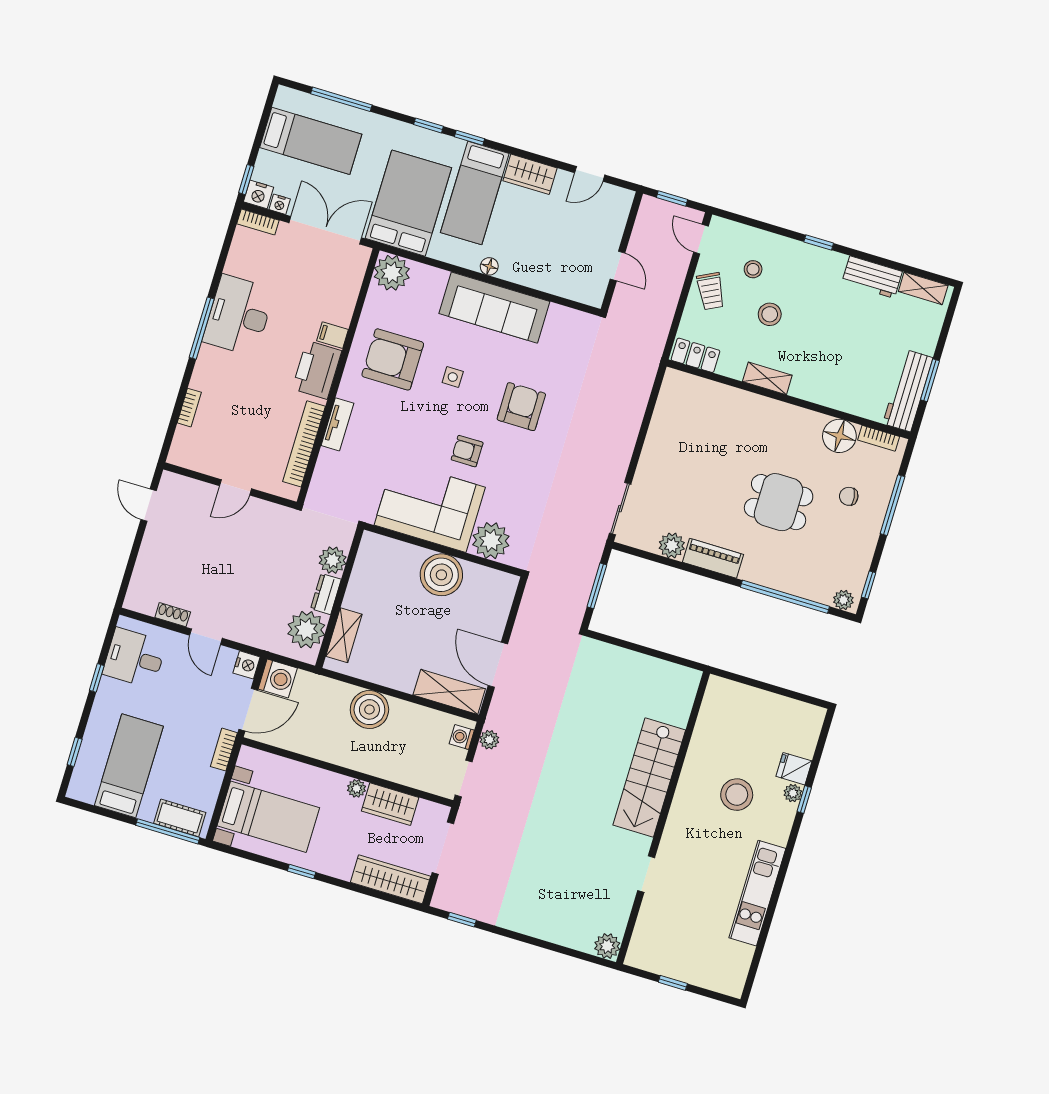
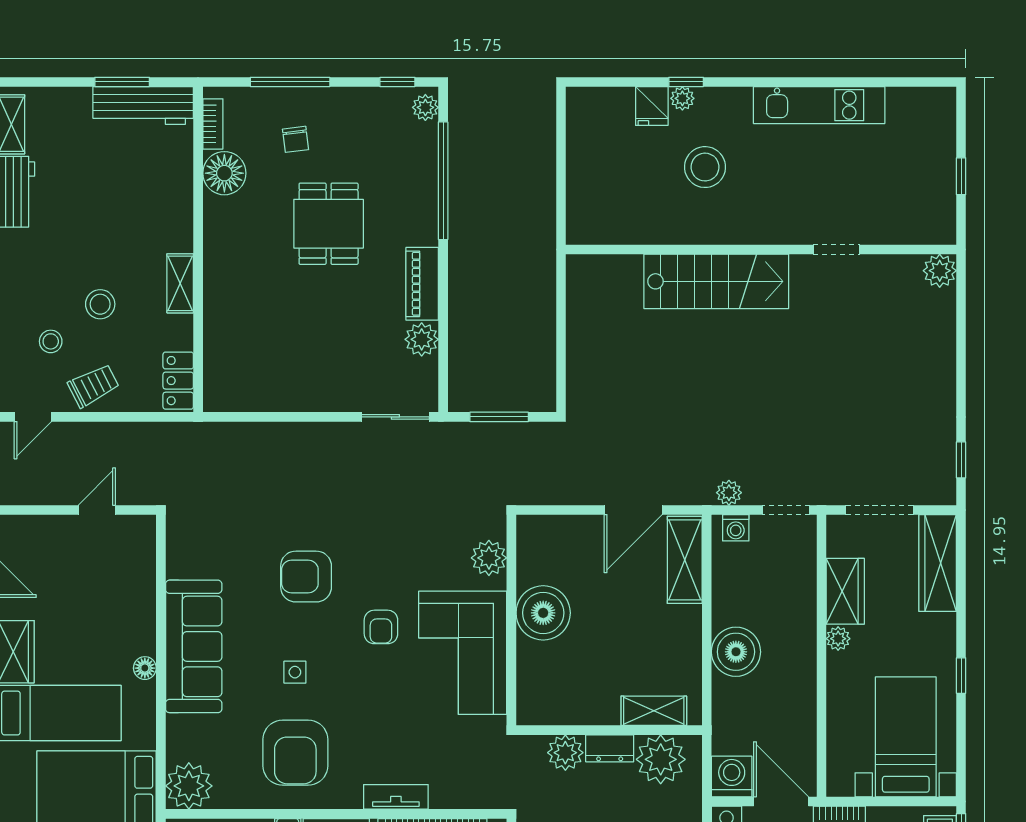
plant: (491, 541) -> (489, 558), width x0.73, depth x0.73

